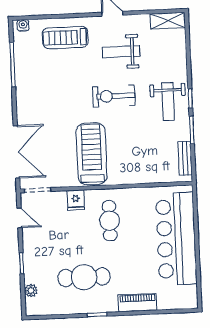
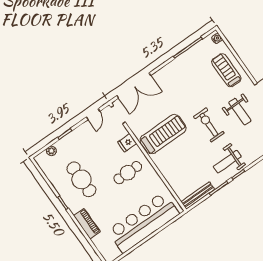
weight bench: (121, 52) -> (240, 112), turned 180
bench: (185, 158) -> (198, 195), width x1.36

